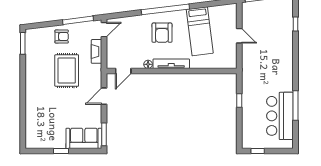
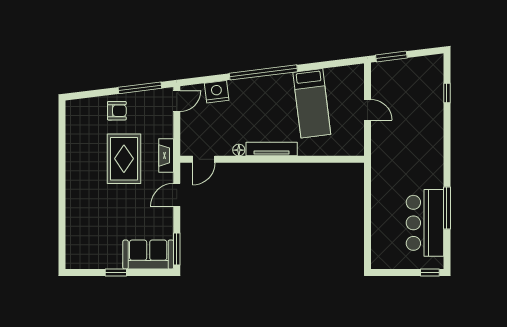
nightstand: (132, 23) -> (217, 92), added
armchair: (162, 33) -> (259, 105), removed
window: (23, 43) -> (62, 121), removed
fireplace: (97, 51) -> (166, 155), moved
window: (239, 100) -> (368, 201), removed
window: (258, 151) -> (430, 272), moved

